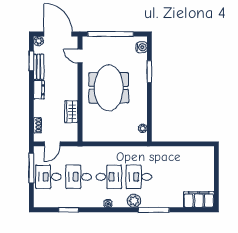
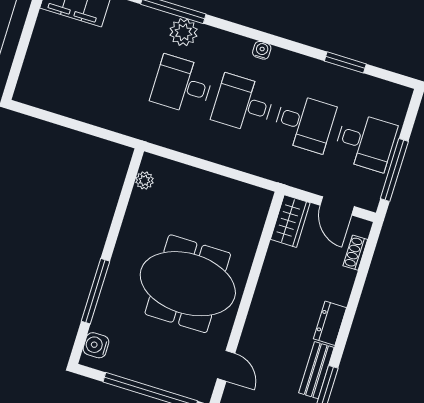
window: (149, 72) -> (96, 291), width x1.44
meeting table: (109, 88) -> (188, 284), turned 90
wardrobe: (71, 112) -> (290, 221), moved
door: (52, 144) -> (337, 206), swing flipped
desk: (139, 177) -> (182, 85), turned 180
plant: (134, 201) -> (184, 32), moved

